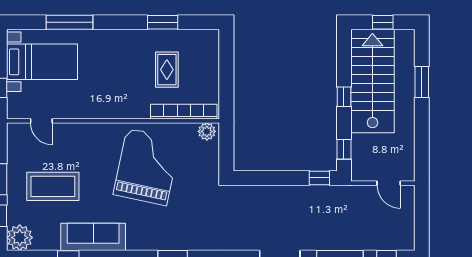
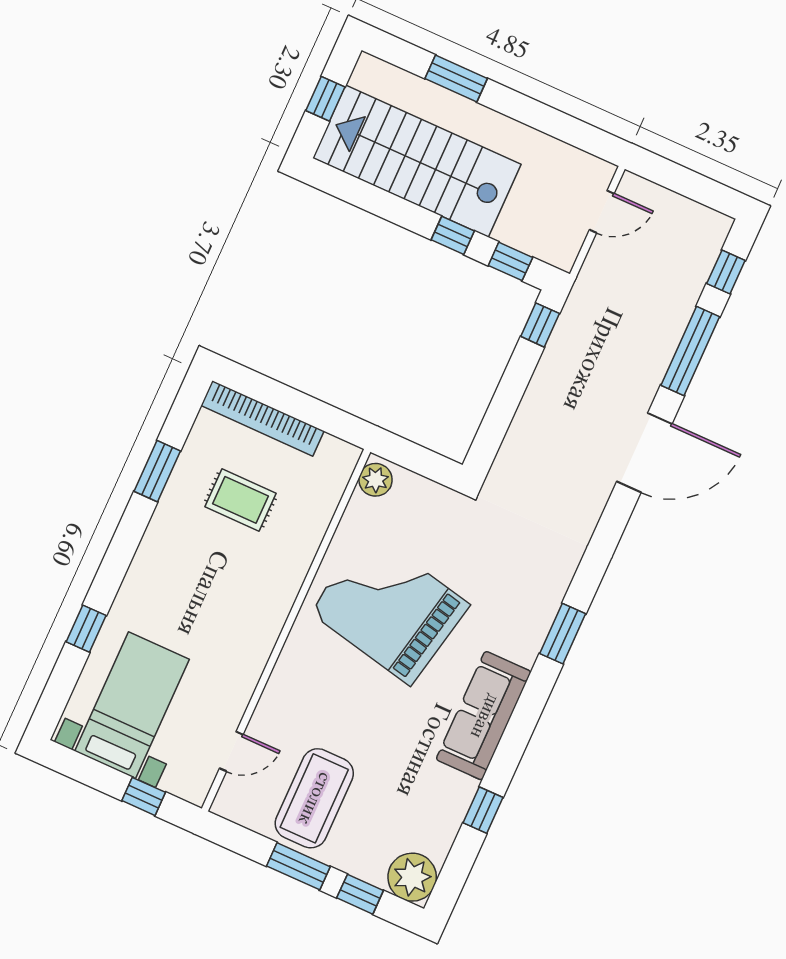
window: (70, 22) -> (86, 629), width x0.46
window: (344, 97) -> (453, 235), moved
bookcase: (184, 112) -> (262, 418), moved, turned -90
coffee table: (53, 186) -> (314, 798), moved
sofa: (93, 237) -> (484, 716), moved

